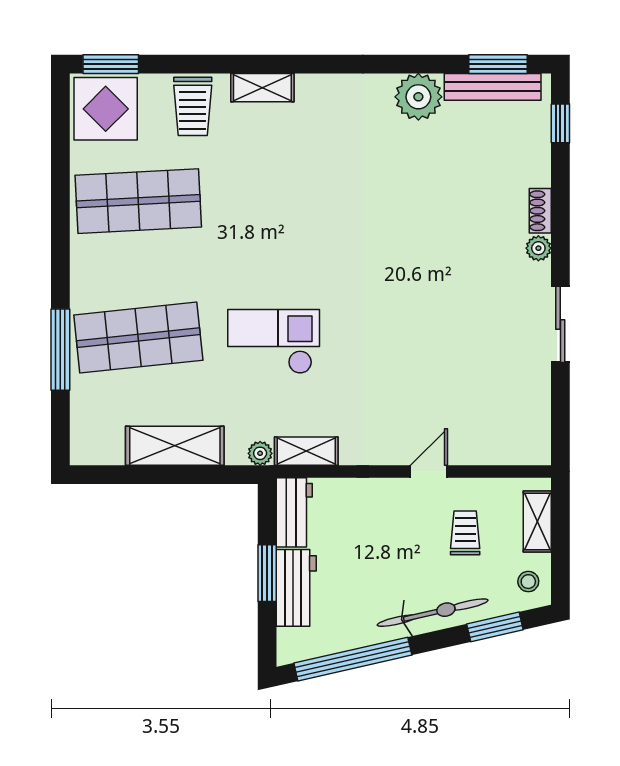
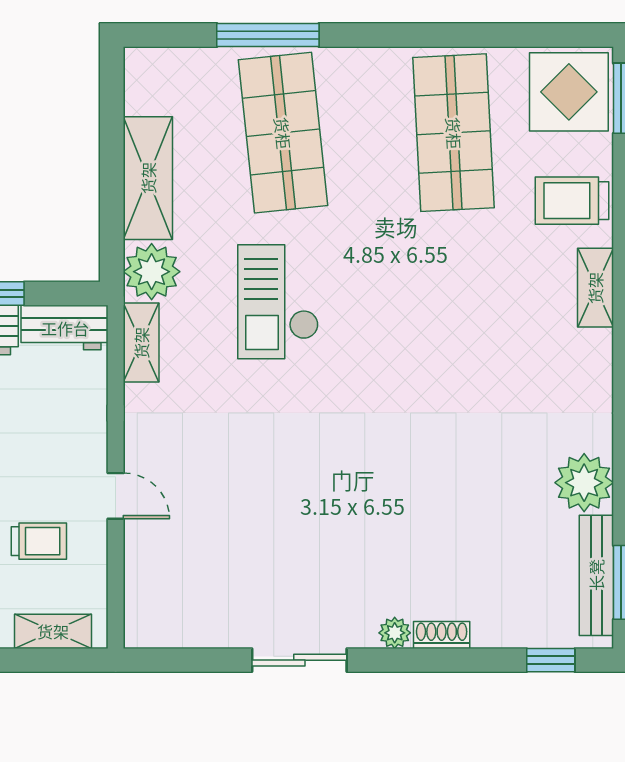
checkout: (274, 342) -> (278, 302), turned 180
plant: (260, 453) -> (152, 272), width x1.87, depth x1.87

